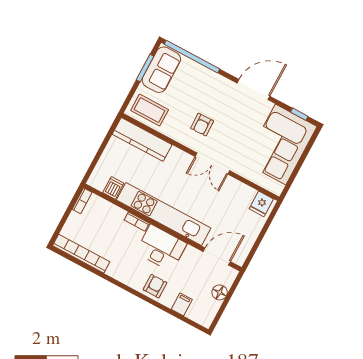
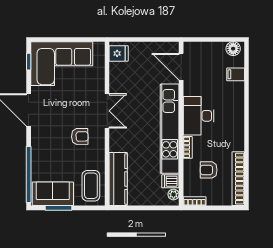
plant: (99, 184) -> (174, 194), added
armchair: (155, 286) -> (209, 170), moved
floor lamp: (220, 292) -> (233, 49), moved

